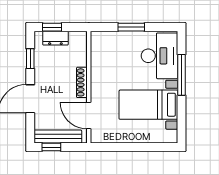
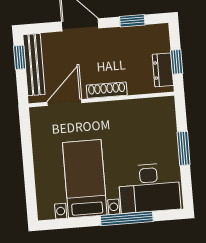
window: (52, 27) -> (177, 62), moved
dresser: (55, 38) -> (163, 70), moved

